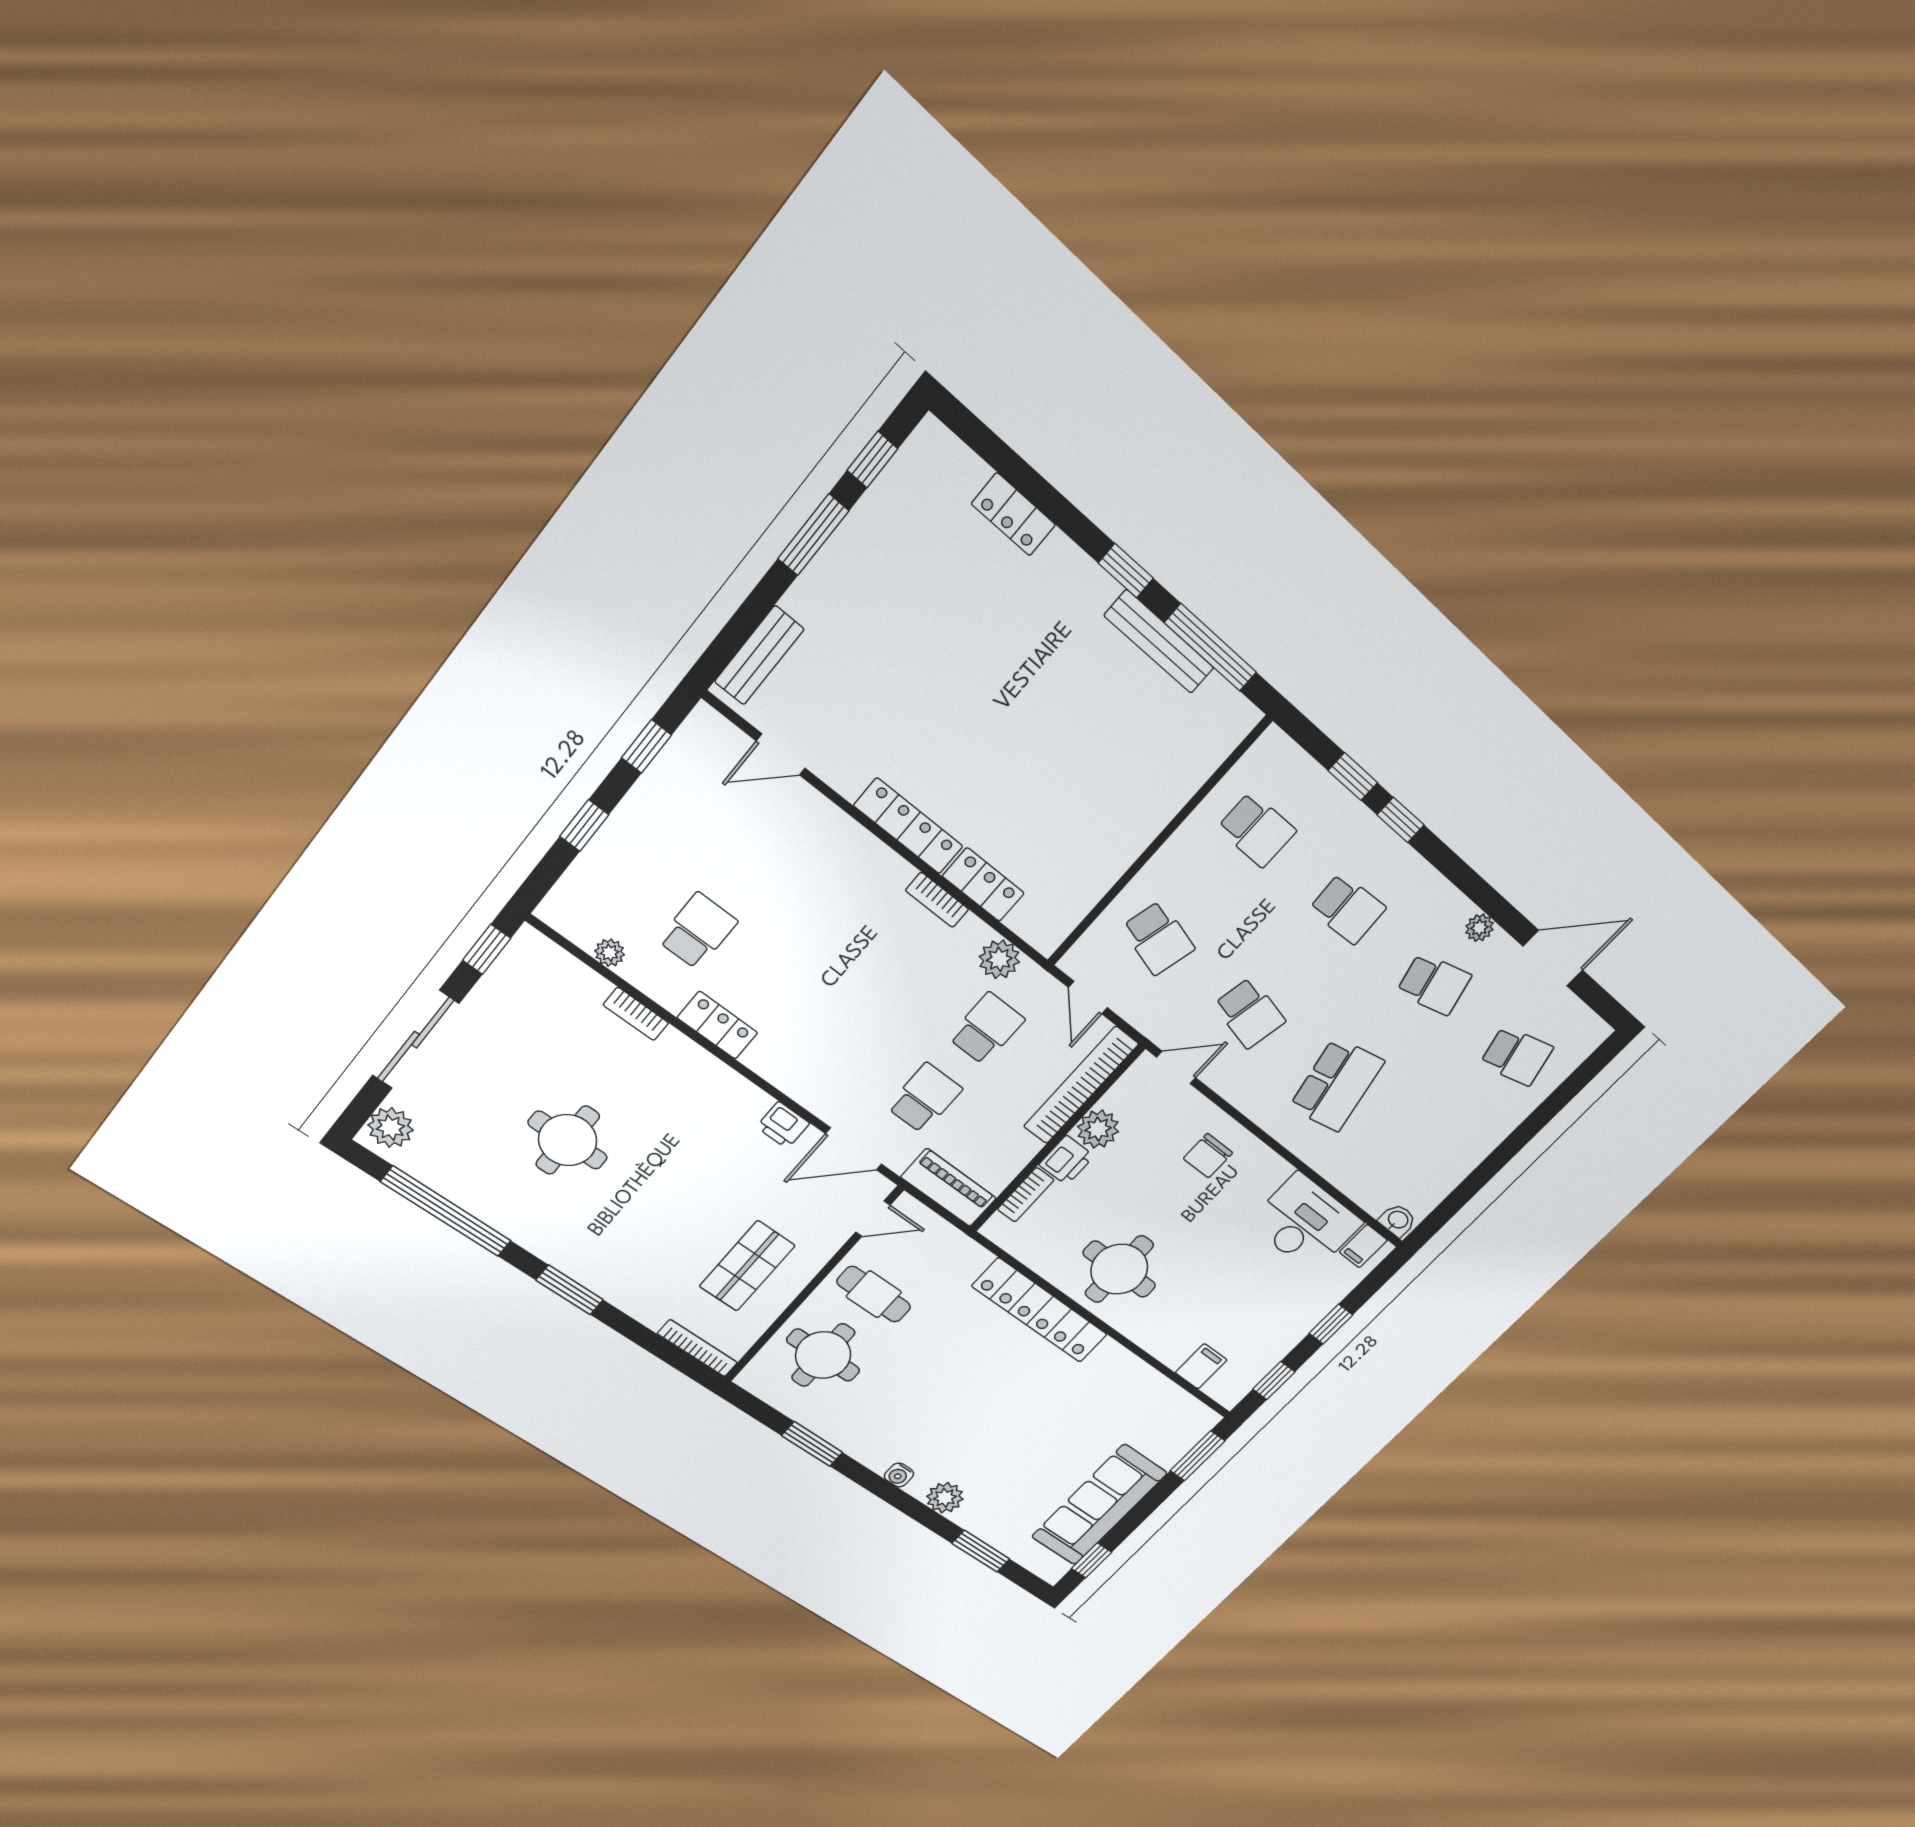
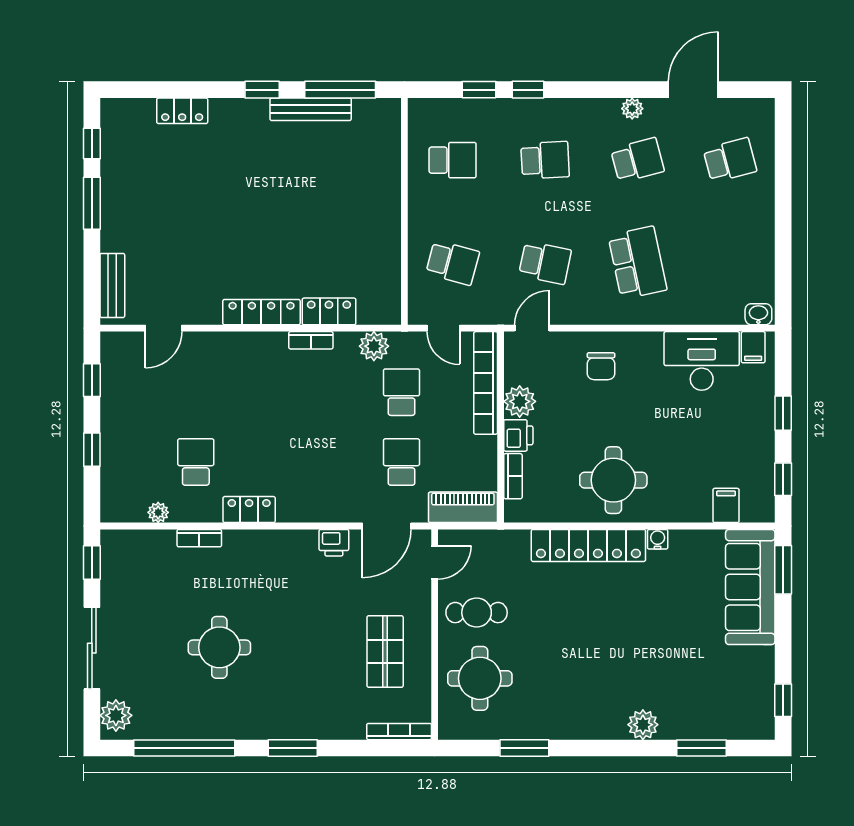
water cooler: (899, 1475) -> (658, 539), moved, turned 180
sofa: (1099, 1505) -> (750, 587), moved

